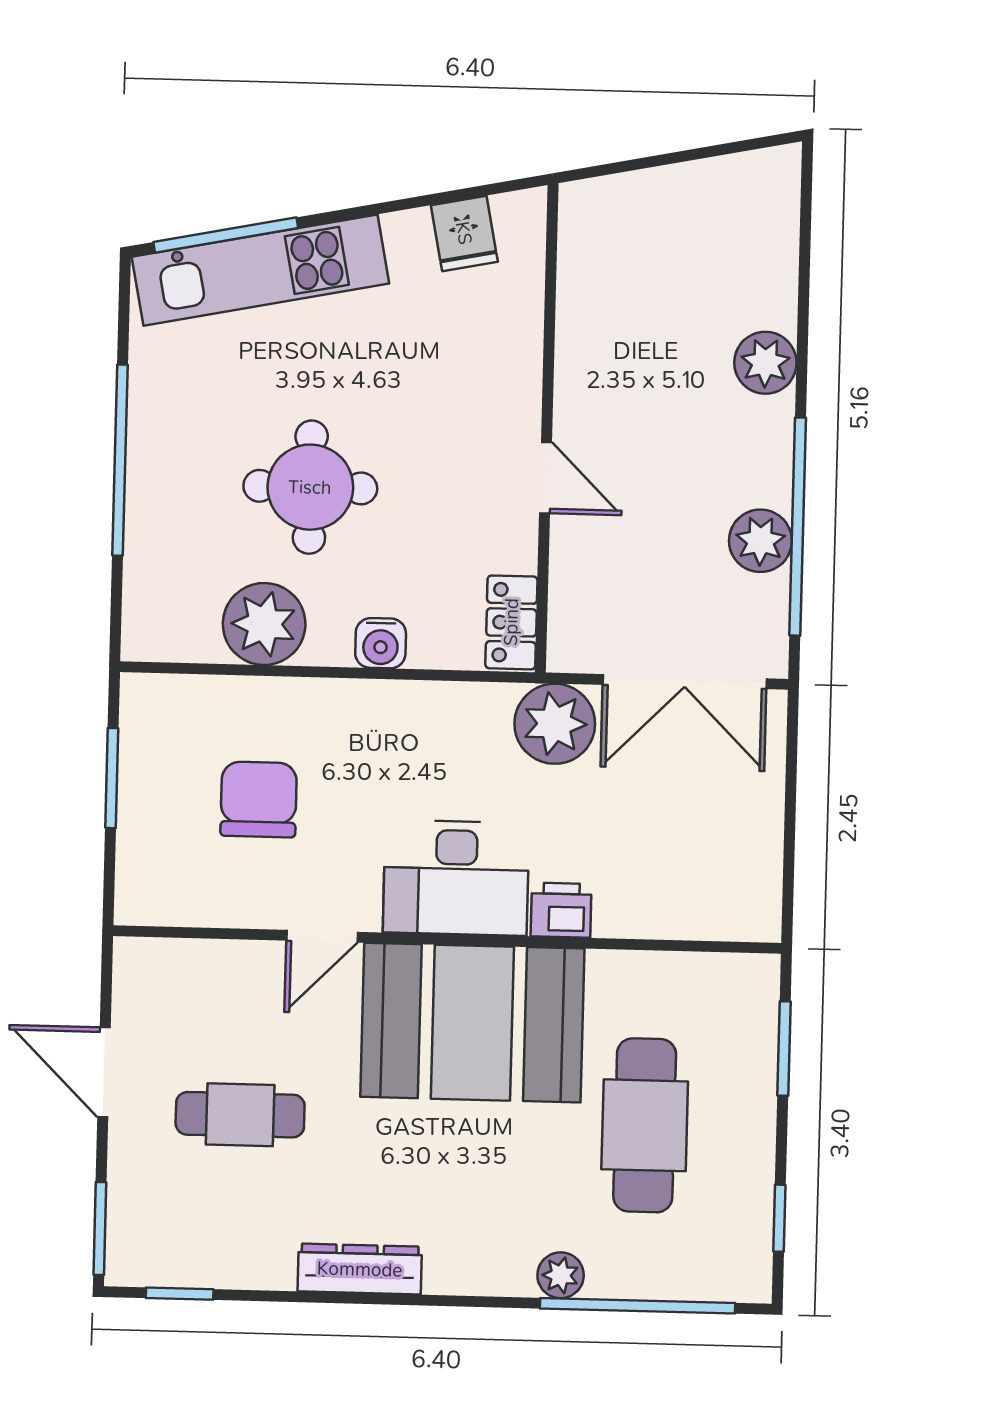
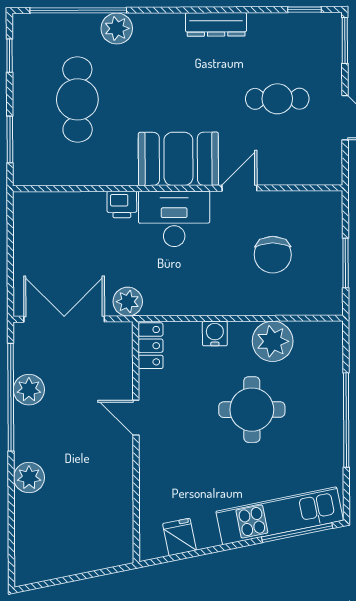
plant: (555, 724) -> (128, 302), width x0.73, depth x0.73
booth: (472, 1023) -> (178, 159), width x0.73, depth x0.70
plant: (561, 1275) -> (117, 29), width x1.38, depth x1.38

